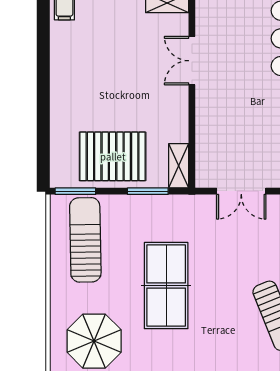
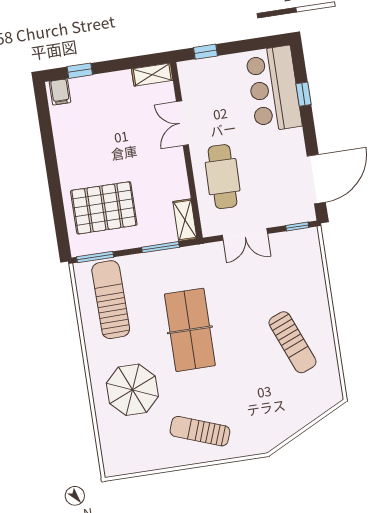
cafe table: (227, 125) -> (223, 177), added
pallet: (113, 156) -> (104, 208), moved

